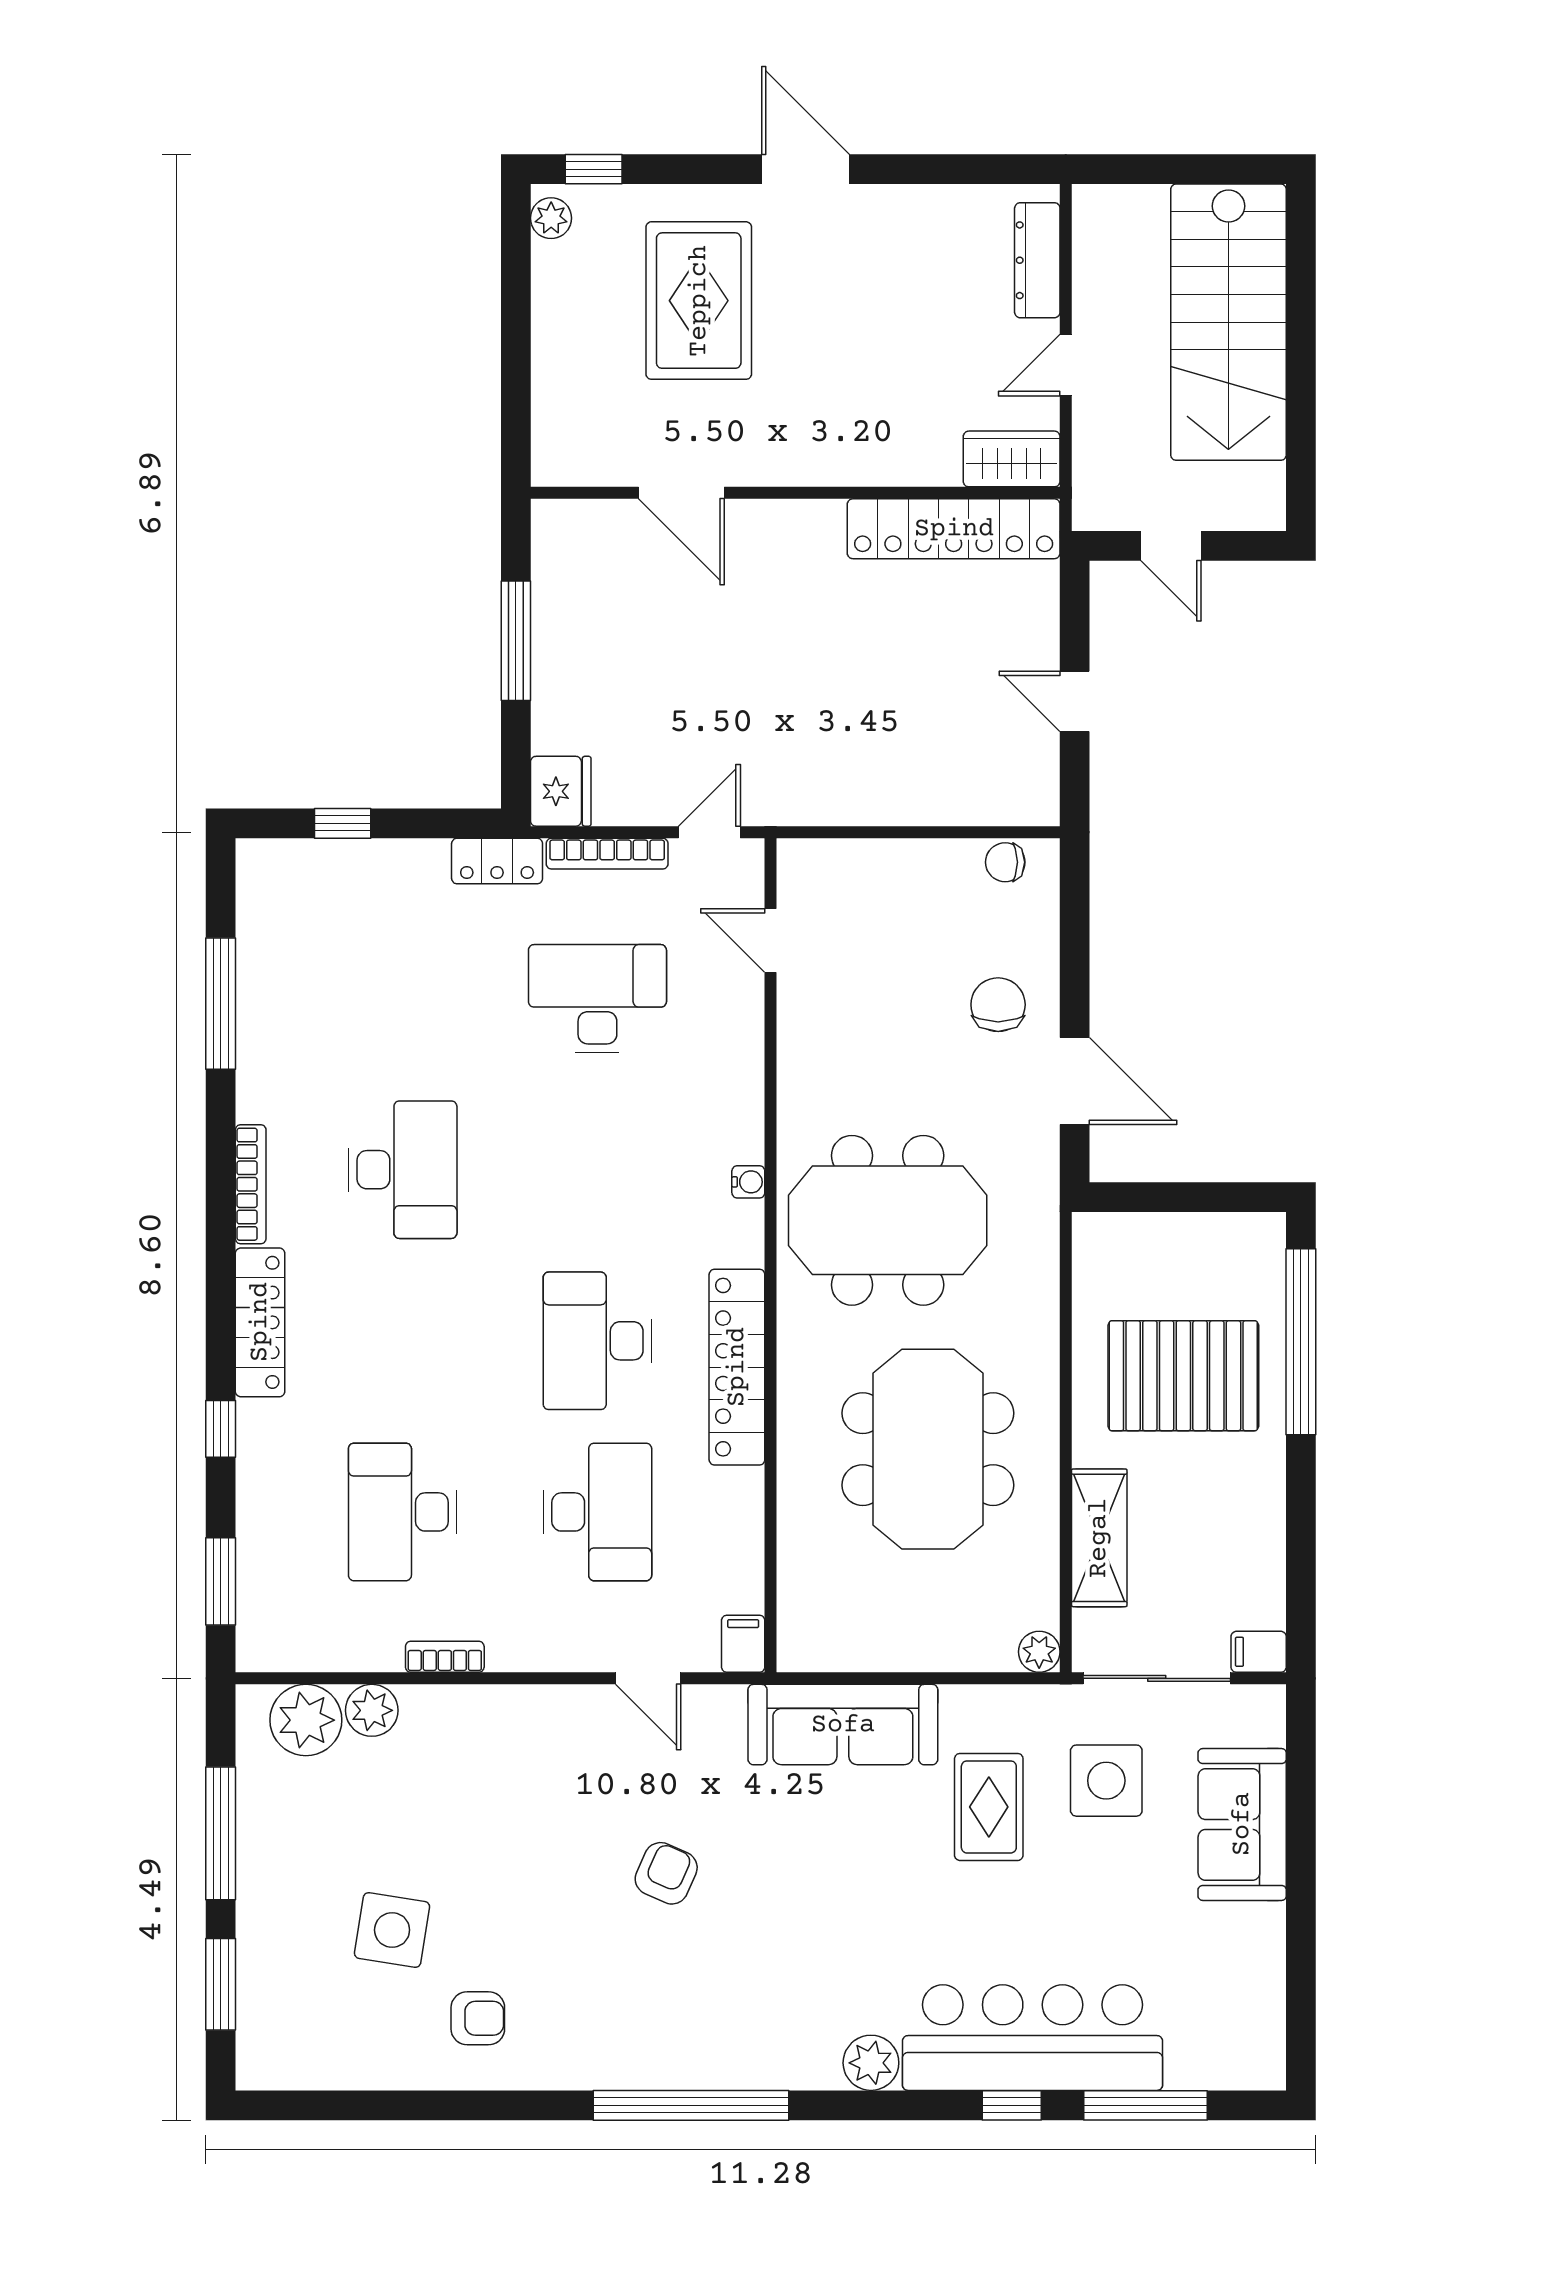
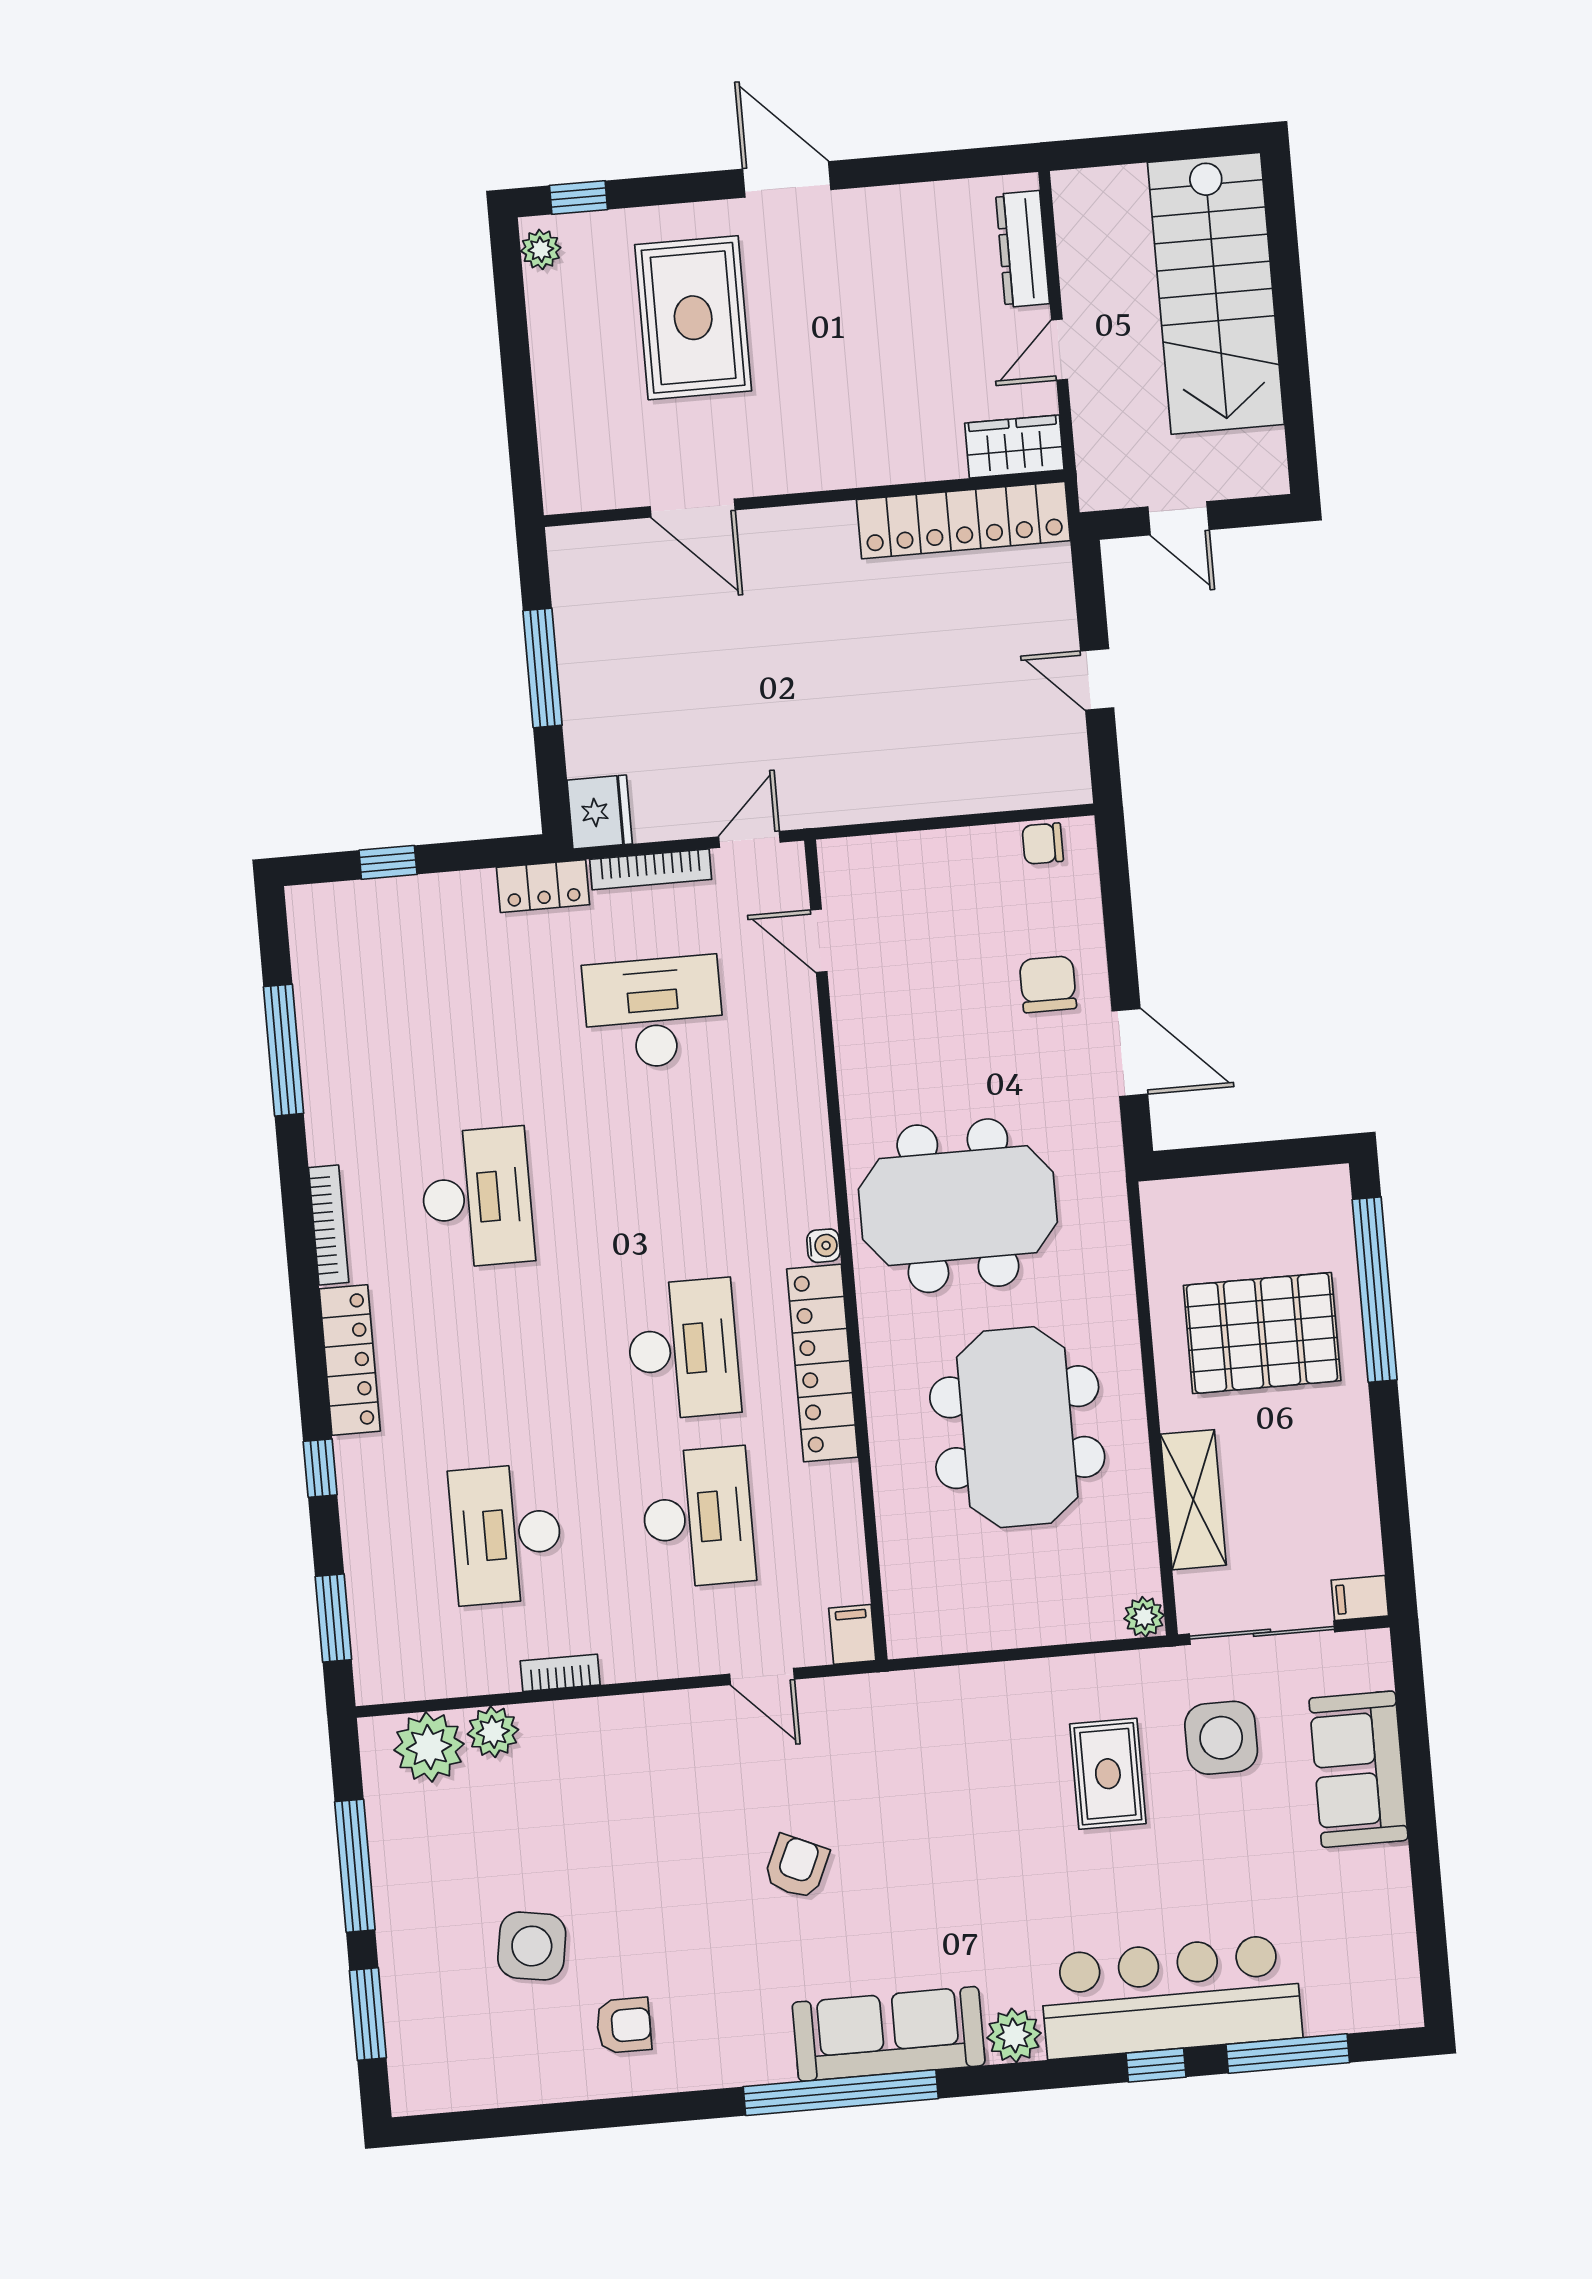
water cooler: (748, 1182) -> (823, 1246), moved
desk: (597, 1341) -> (683, 1349), turned 180
sofa: (843, 1725) -> (889, 2034), moved, turned 180

